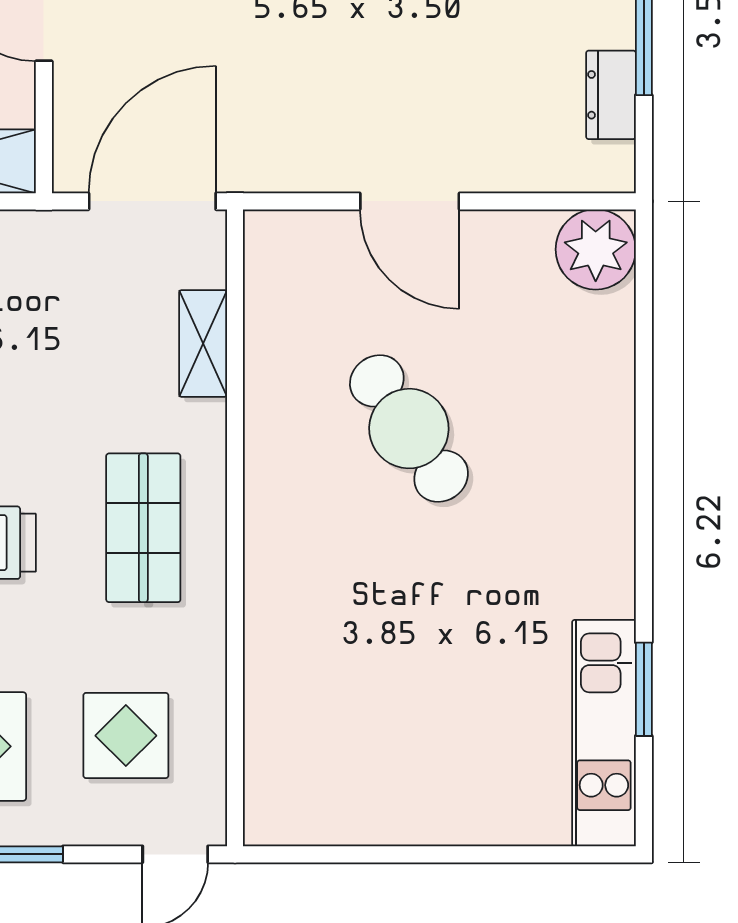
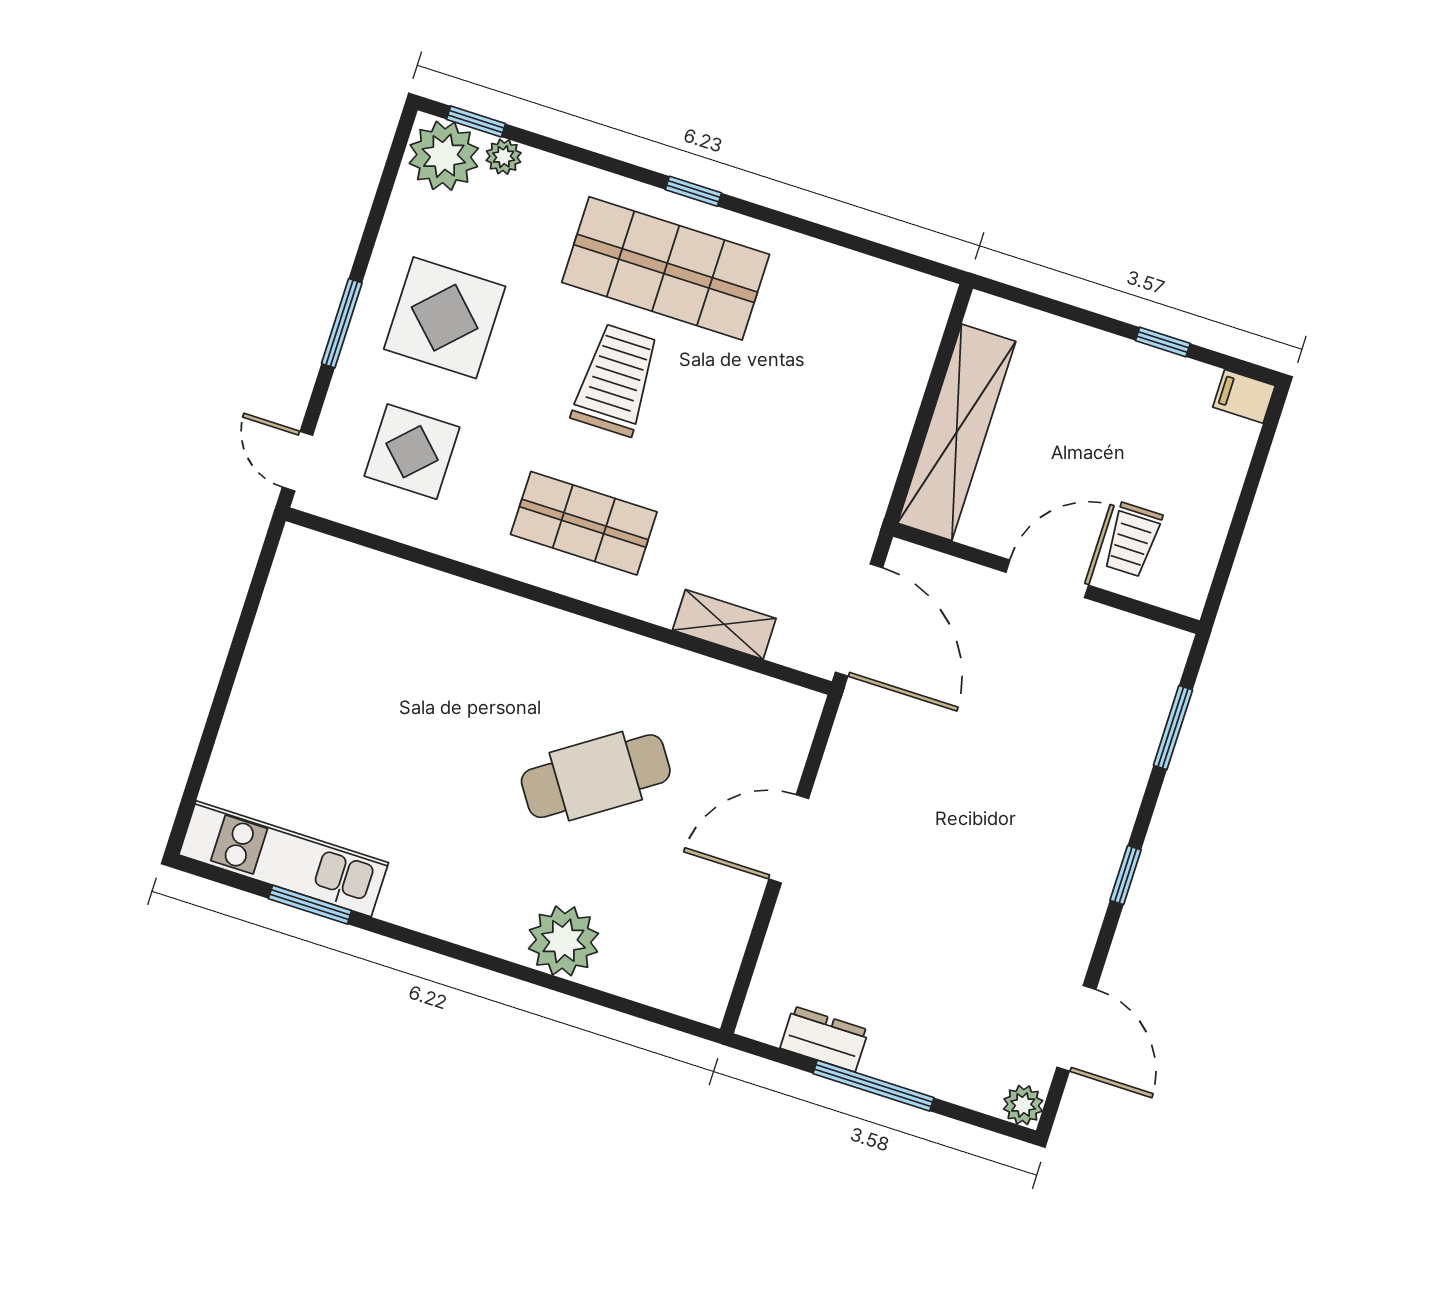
plant: (596, 249) -> (563, 941), moved

